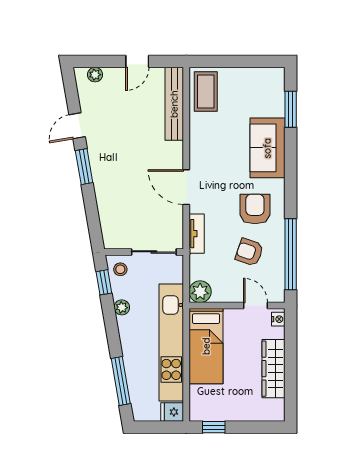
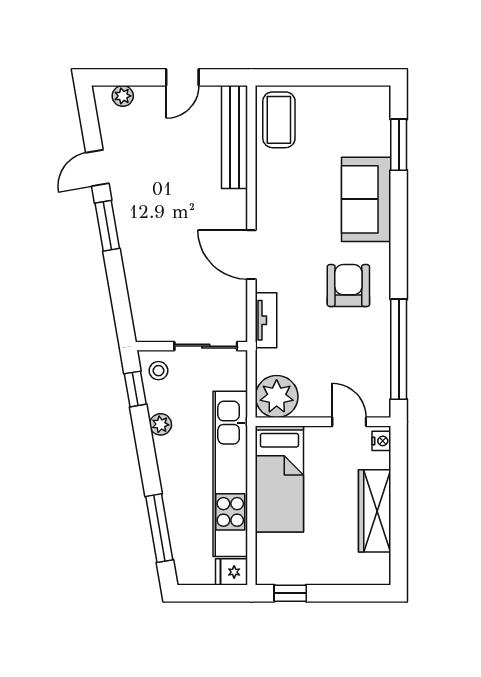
armchair: (249, 252) -> (341, 346), removed
plant: (200, 292) -> (277, 397), width x1.36, depth x1.36

